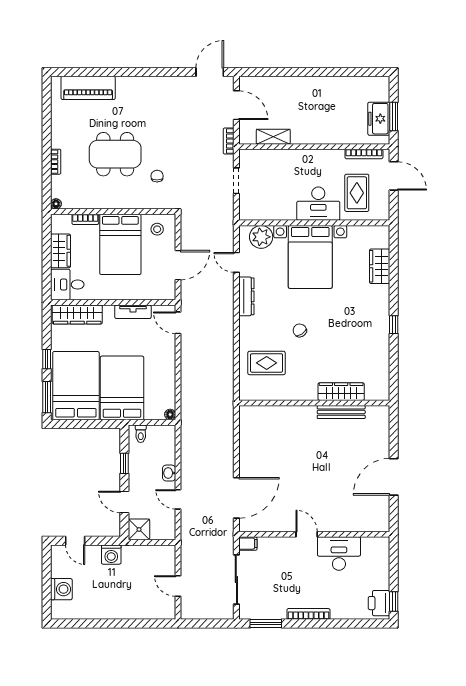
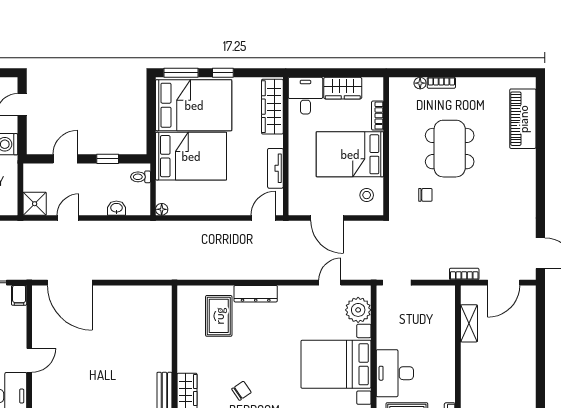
doorway: (236, 181) -> (397, 283), moved
floor lamp: (56, 204) -> (420, 83), moved
dresser: (246, 296) -> (256, 294), moved
chair: (300, 330) -> (241, 391), moved
washbasin: (169, 473) -> (116, 208), moved
shower: (139, 529) -> (35, 204), moved

